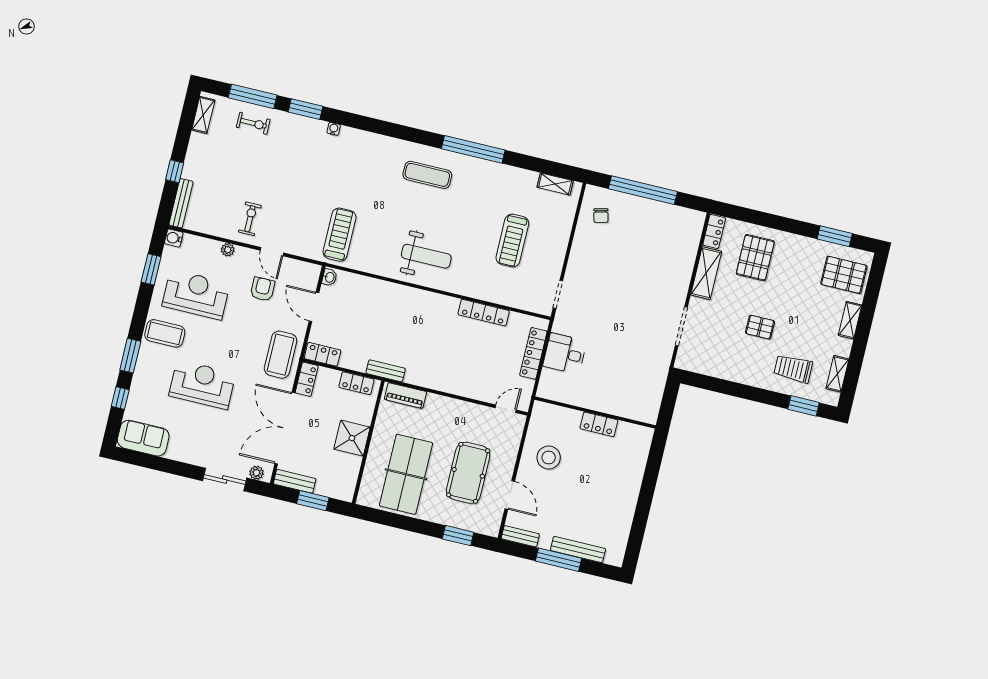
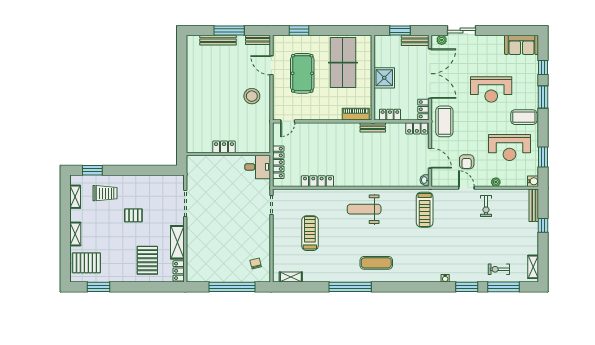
wall: (595, 413) -> (228, 154), moved
locker: (599, 424) -> (224, 147), moved

